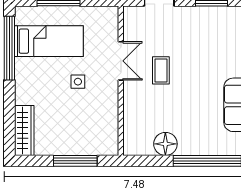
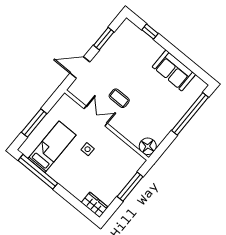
wardrobe: (24, 131) -> (95, 205), width x0.67
floor lamp: (165, 144) -> (148, 146), moved

